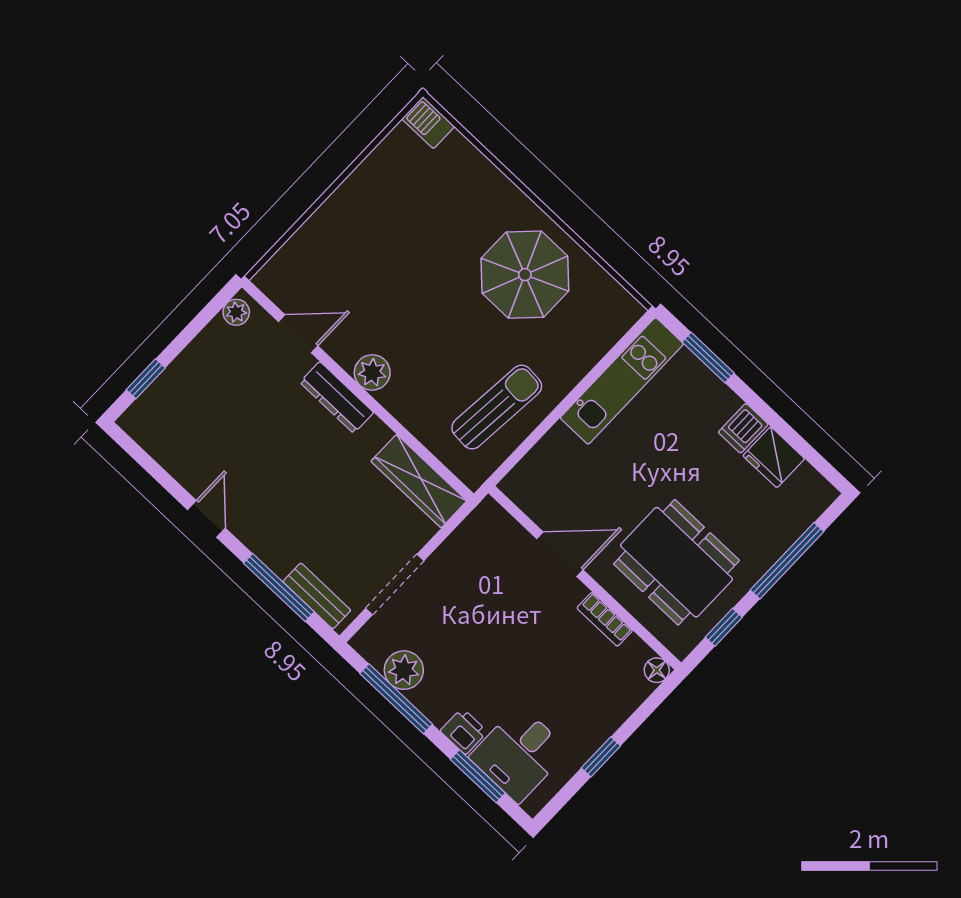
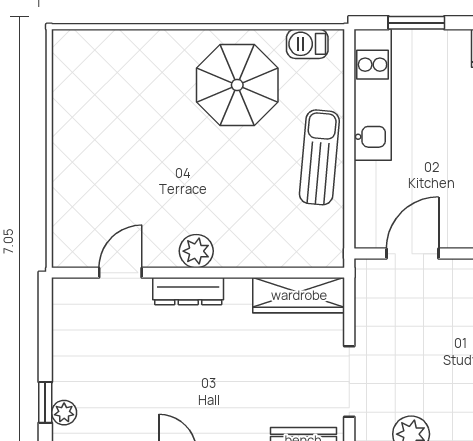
barbecue: (428, 123) -> (307, 44), moved
plant: (236, 312) -> (64, 413), moved
sun lounger: (497, 407) -> (319, 157), moved
door: (560, 554) -> (412, 254), moved

